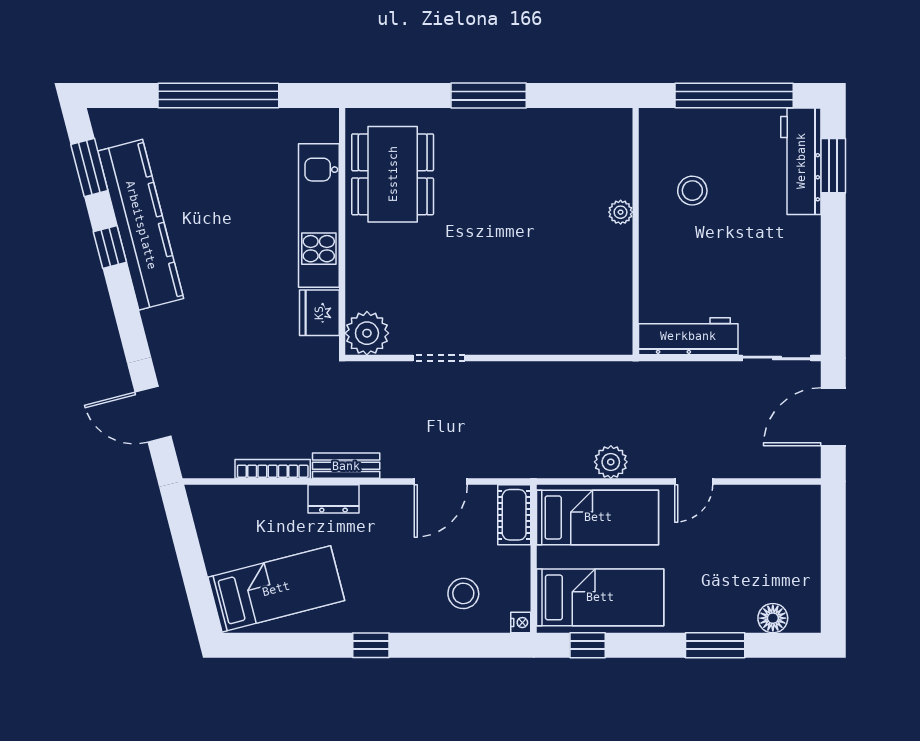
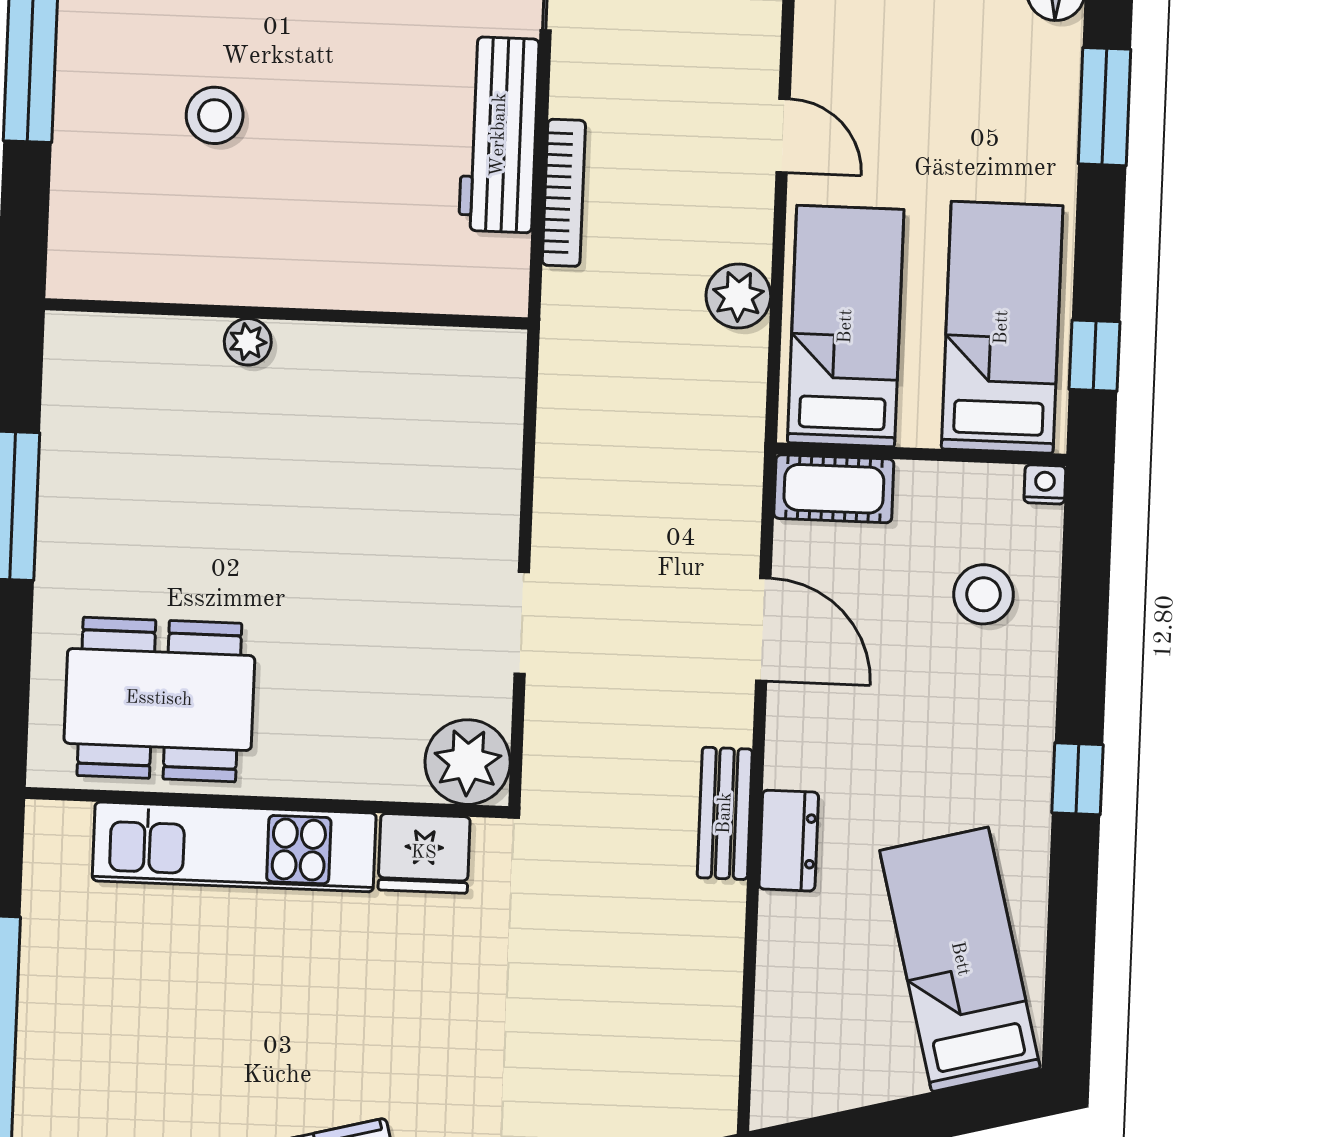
plant: (621, 212) -> (248, 342), moved
wall: (636, 231) -> (286, 314), moved
bookcase: (273, 469) -> (564, 193), moved, turned 180

